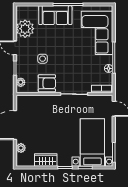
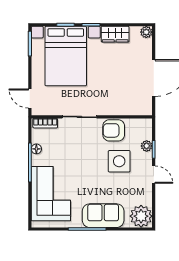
plant: (25, 29) -> (141, 216), moved
side table: (43, 59) -> (119, 161), width x1.87, depth x1.87
plant: (21, 82) -> (147, 146), moved
bed with nightstands: (92, 143) -> (66, 56), width x1.36
plant: (21, 148) -> (146, 32), moved

